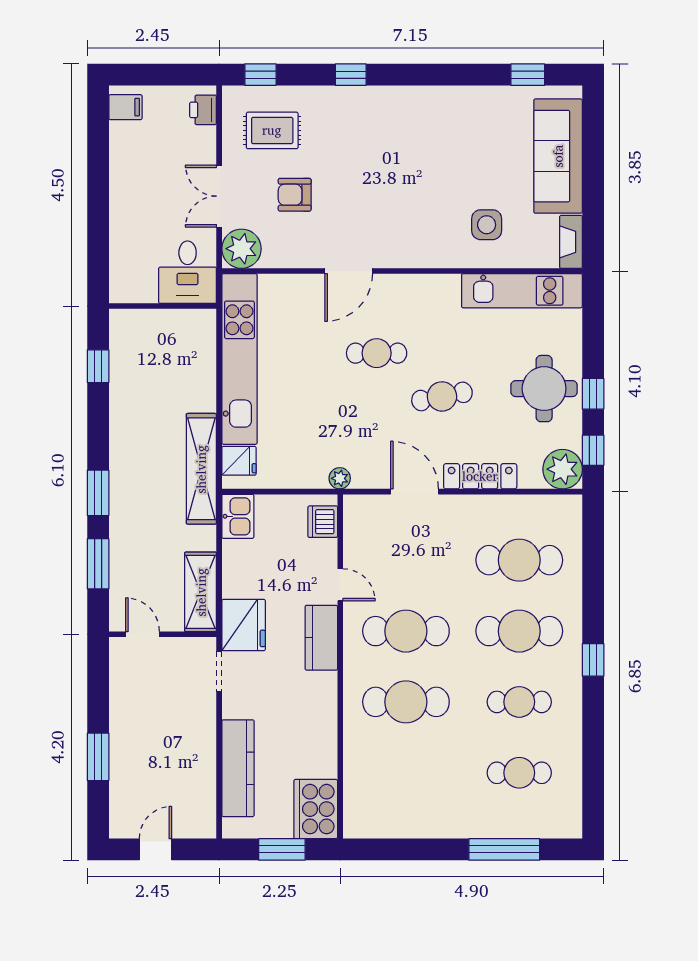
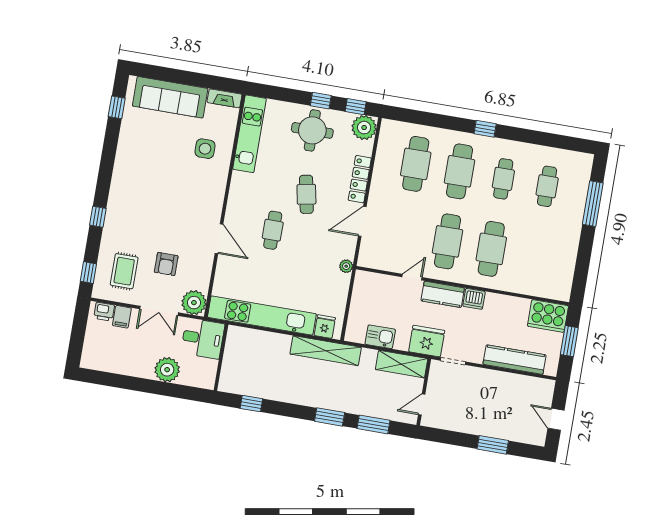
filing cabinet: (125, 107) -> (122, 317), moved, turned 180
plant: (129, 225) -> (167, 370), added
kitchen sink: (238, 516) -> (380, 337), moved
dishwasher: (323, 522) -> (474, 299), moved

